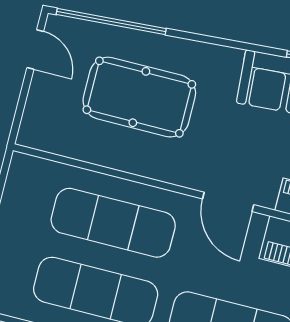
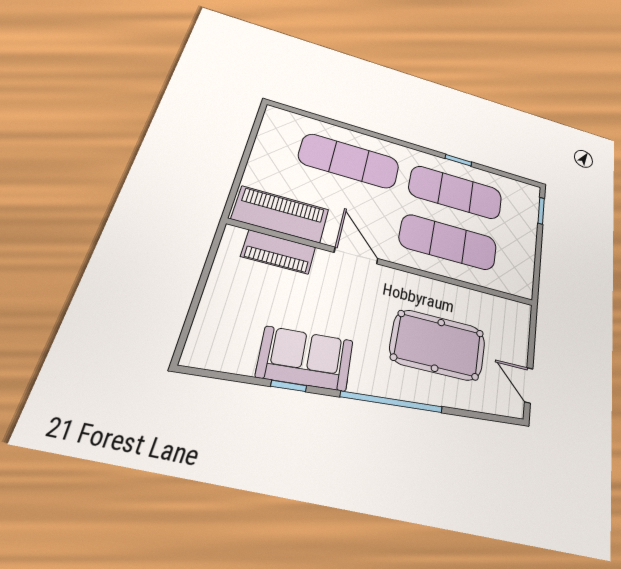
window: (111, 22) -> (392, 402), moved

